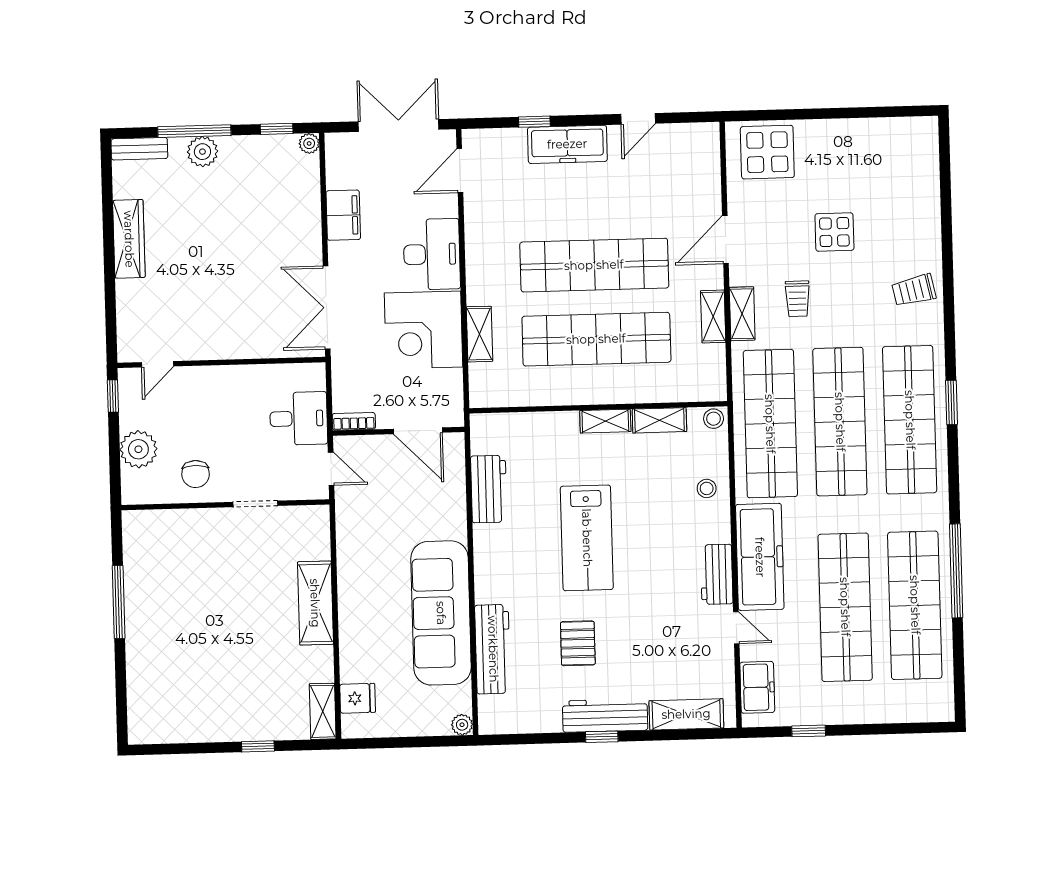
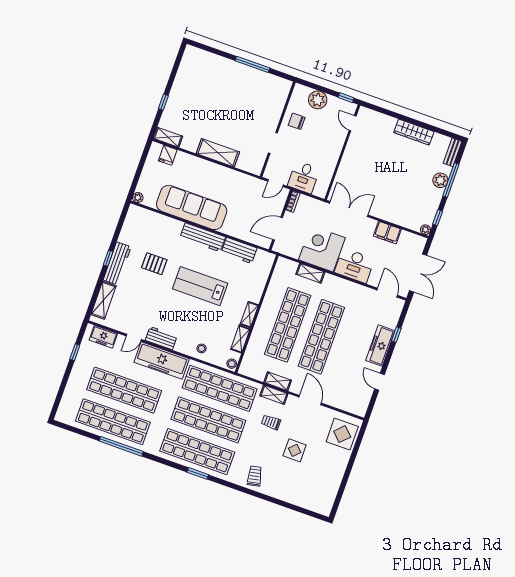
workbench: (493, 649) -> (203, 237), moved

